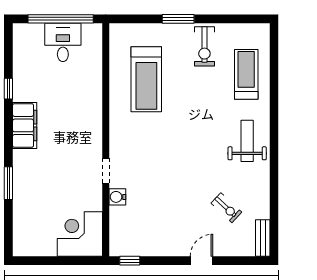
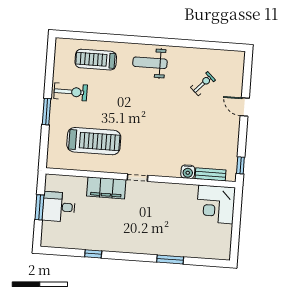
window: (61, 19) -> (39, 207), width x0.47
filing cabinet: (25, 125) -> (106, 188), moved, turned 180
doorway: (106, 171) -> (137, 178), moved
bench: (263, 238) -> (210, 174), moved

